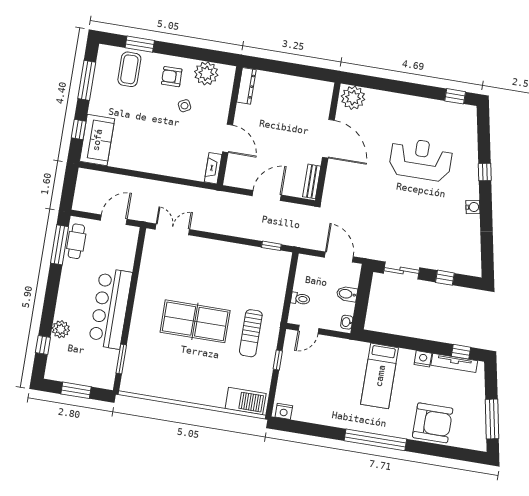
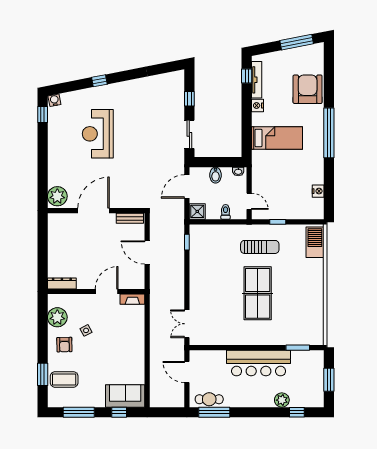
water cooler: (473, 207) -> (54, 100), moved
shower: (306, 264) -> (197, 211), added
nightstand: (284, 411) -> (318, 191), moved

